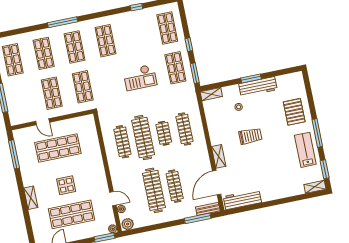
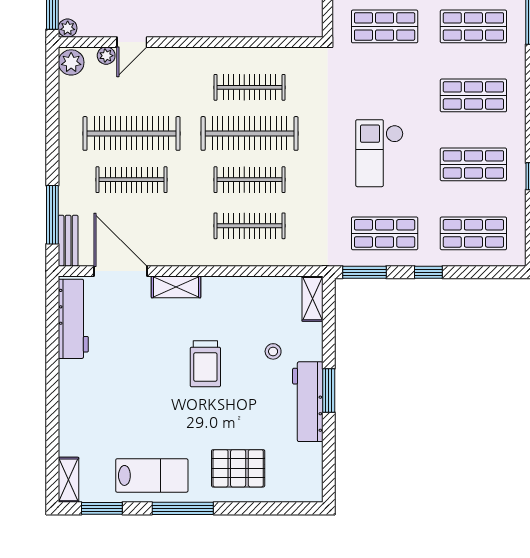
shop shelf: (136, 34) -> (473, 164), added
clothes rail: (164, 133) -> (250, 180), width x1.36

